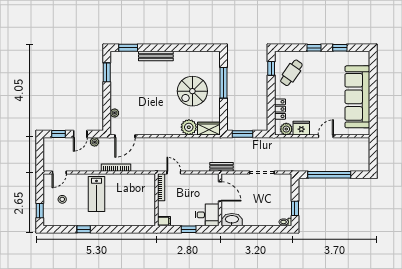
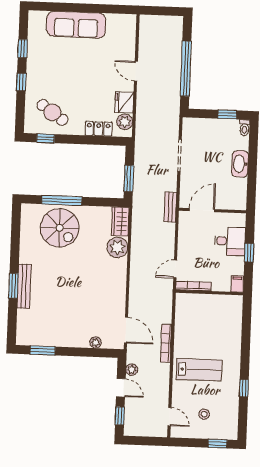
window: (128, 48) -> (13, 286), moved
spiral stairs: (192, 91) -> (60, 228), moved
sofa: (357, 97) -> (76, 25), width x0.74, depth x0.79
desk: (207, 215) -> (230, 241), moved, turned 90
washbasin: (232, 220) -> (240, 164), moved

